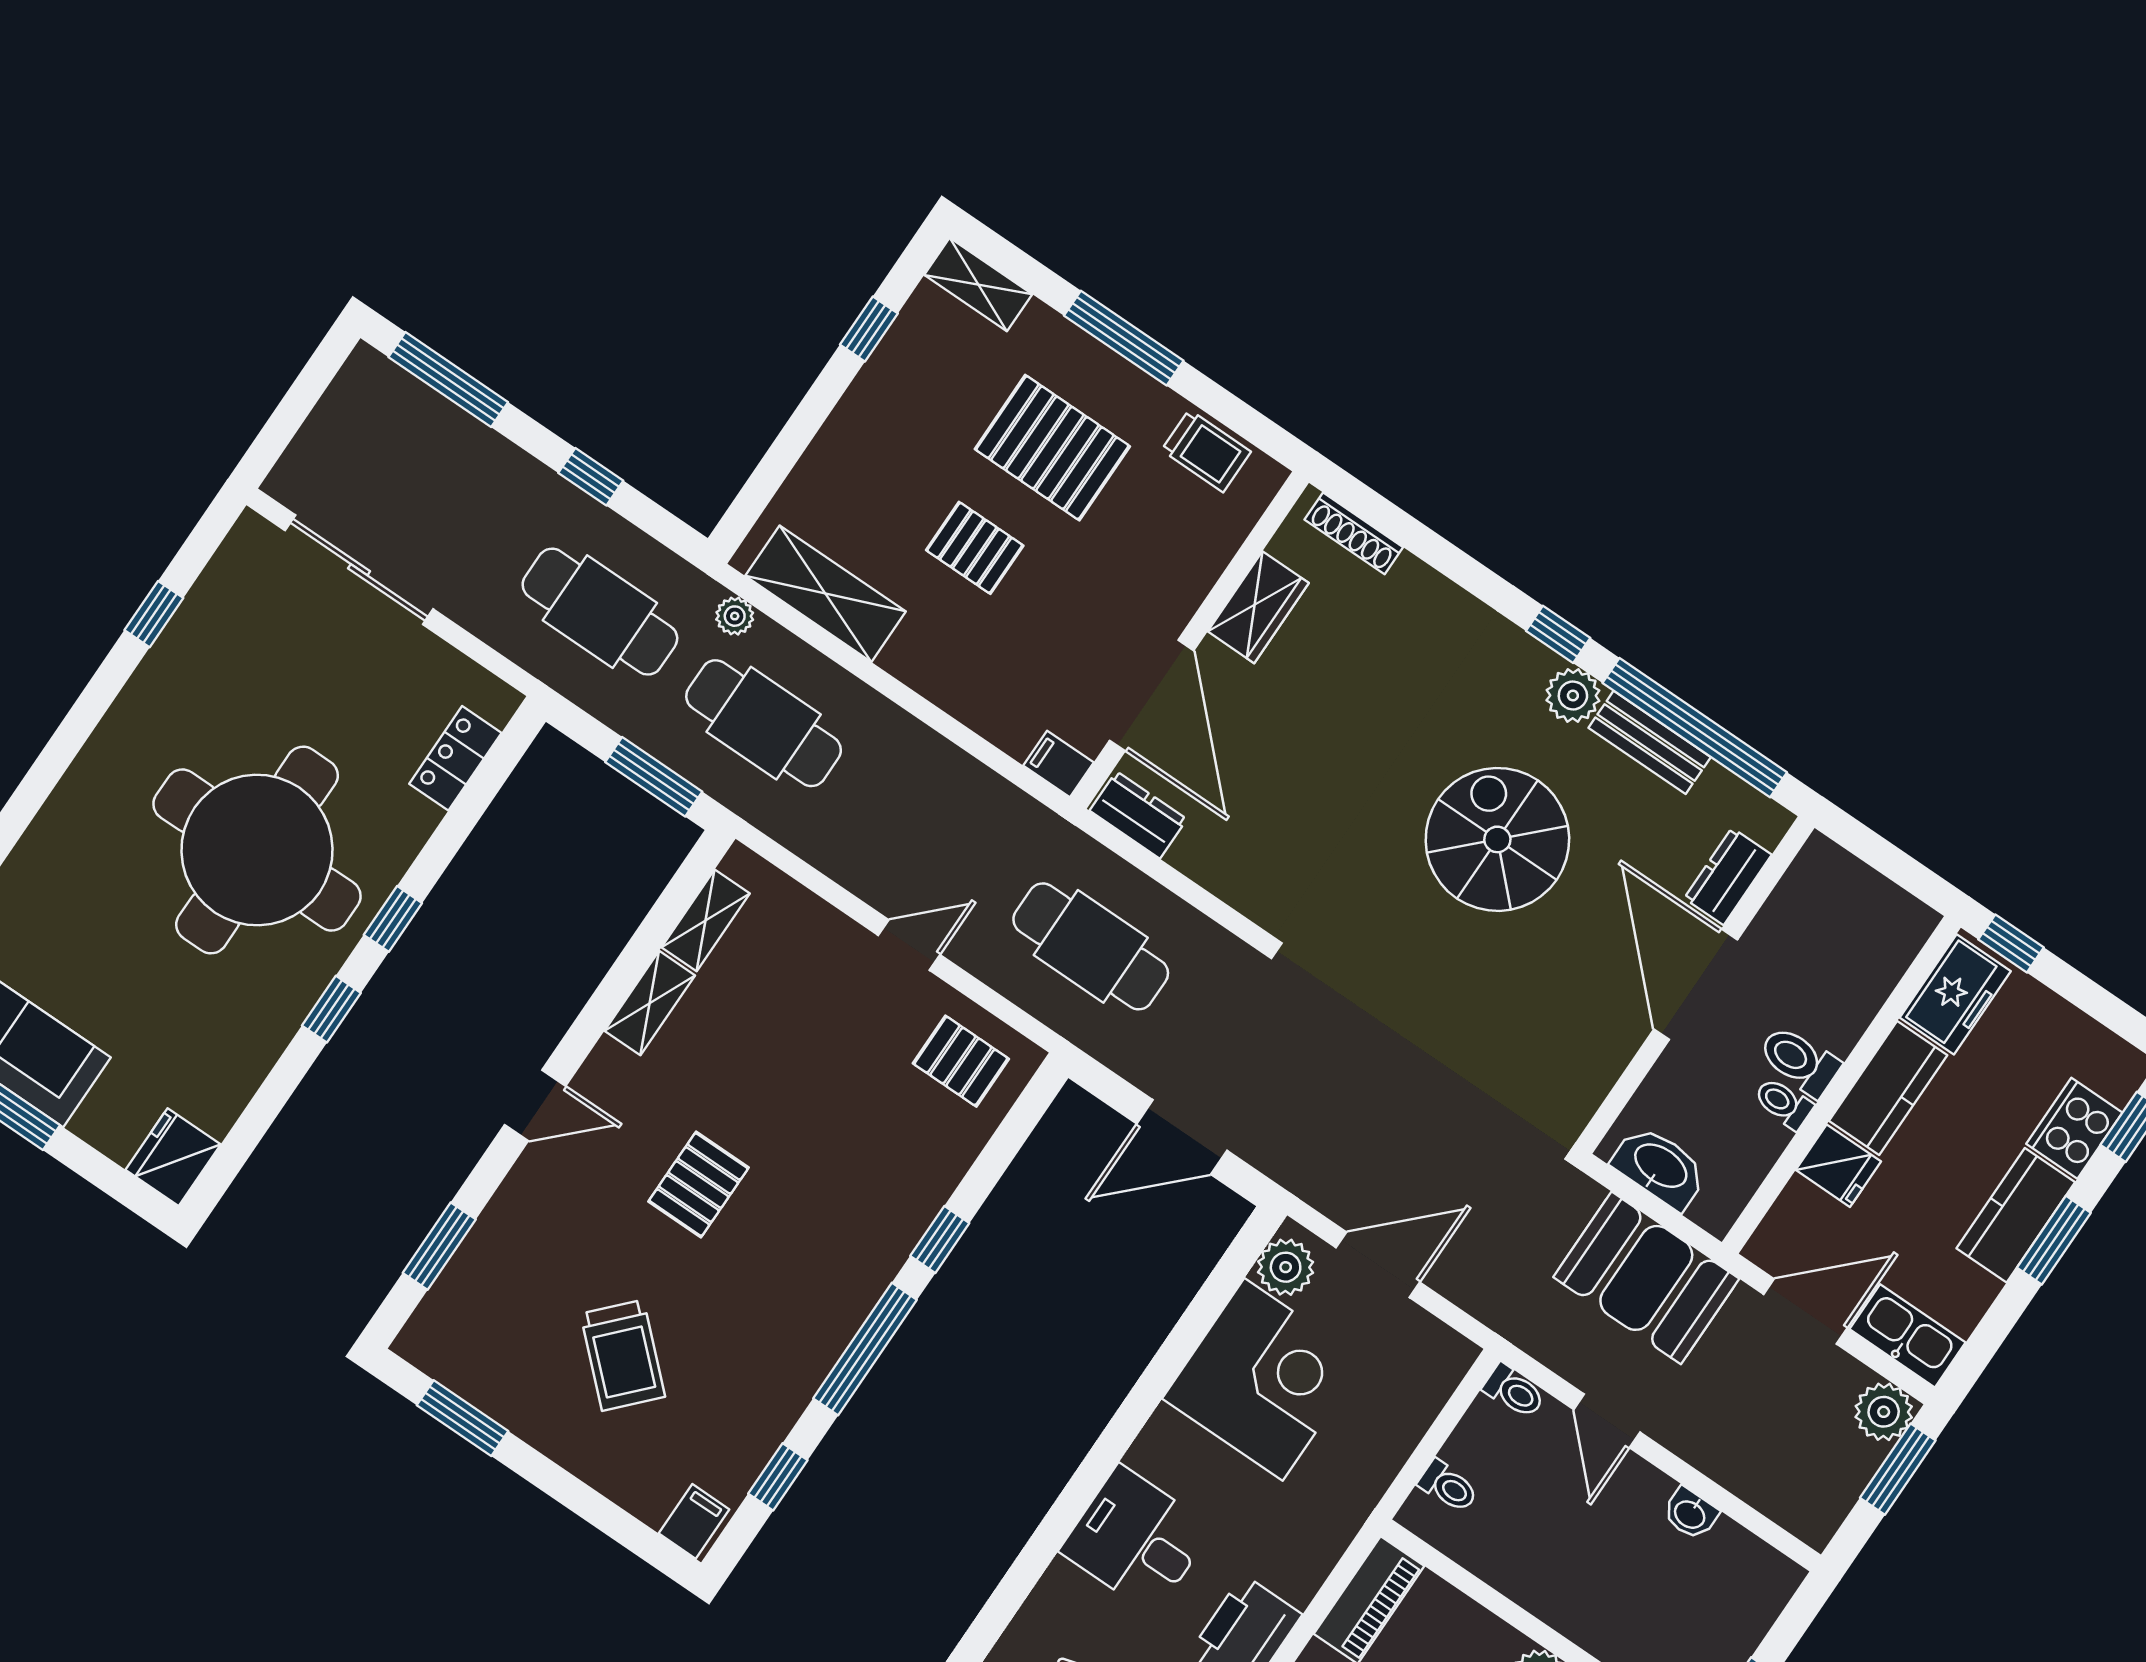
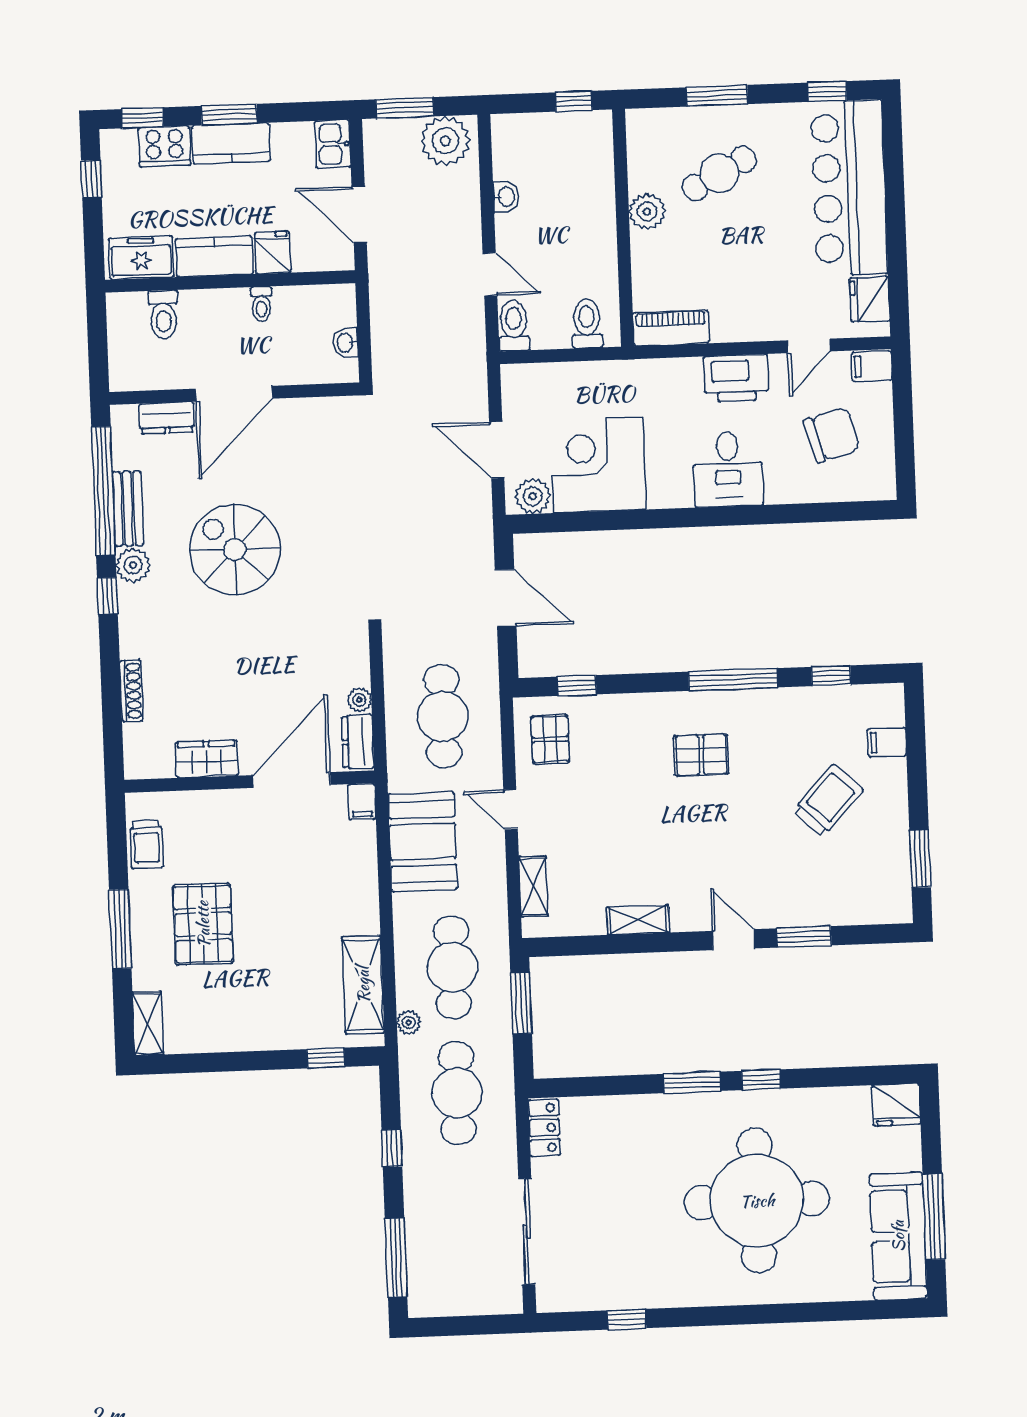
window: (869, 329) -> (326, 1058), moved
trolley: (1206, 451) -> (147, 844), turned 180
shoe rack: (1354, 533) -> (131, 691), moved
pallet: (975, 548) -> (283, 926), removed
locker: (455, 758) -> (544, 1128), moved, turned -90
spiral stairs: (1497, 839) -> (235, 549), turned 90
round table: (257, 850) -> (757, 1201), moved
plant: (1190, 856) -> (359, 700), added
window: (393, 919) -> (692, 1082), width x1.50
shelving: (706, 920) -> (533, 886), moved, turned 90
window: (2011, 943) -> (91, 179), moved
toilet: (1799, 1061) -> (163, 315), moved
washbasin: (1660, 1167) -> (346, 343), width x0.52, depth x0.69
pallet: (698, 1185) -> (701, 755), moved
window: (940, 1240) -> (577, 686), moved
window: (439, 1246) -> (804, 937), moved
booth: (1646, 1278) -> (423, 842), moved
kitchen sink: (1908, 1336) -> (333, 144), width x0.73
toilet: (1514, 1391) -> (514, 326), width x1.37, depth x1.39
plant: (1884, 1412) -> (445, 141), moved, width x1.36, depth x1.36
door: (1607, 1421) -> (490, 274), hinge flipped
toilet: (1448, 1486) -> (587, 324), width x1.37, depth x1.39
filing cabinet: (694, 1521) -> (887, 742), moved

